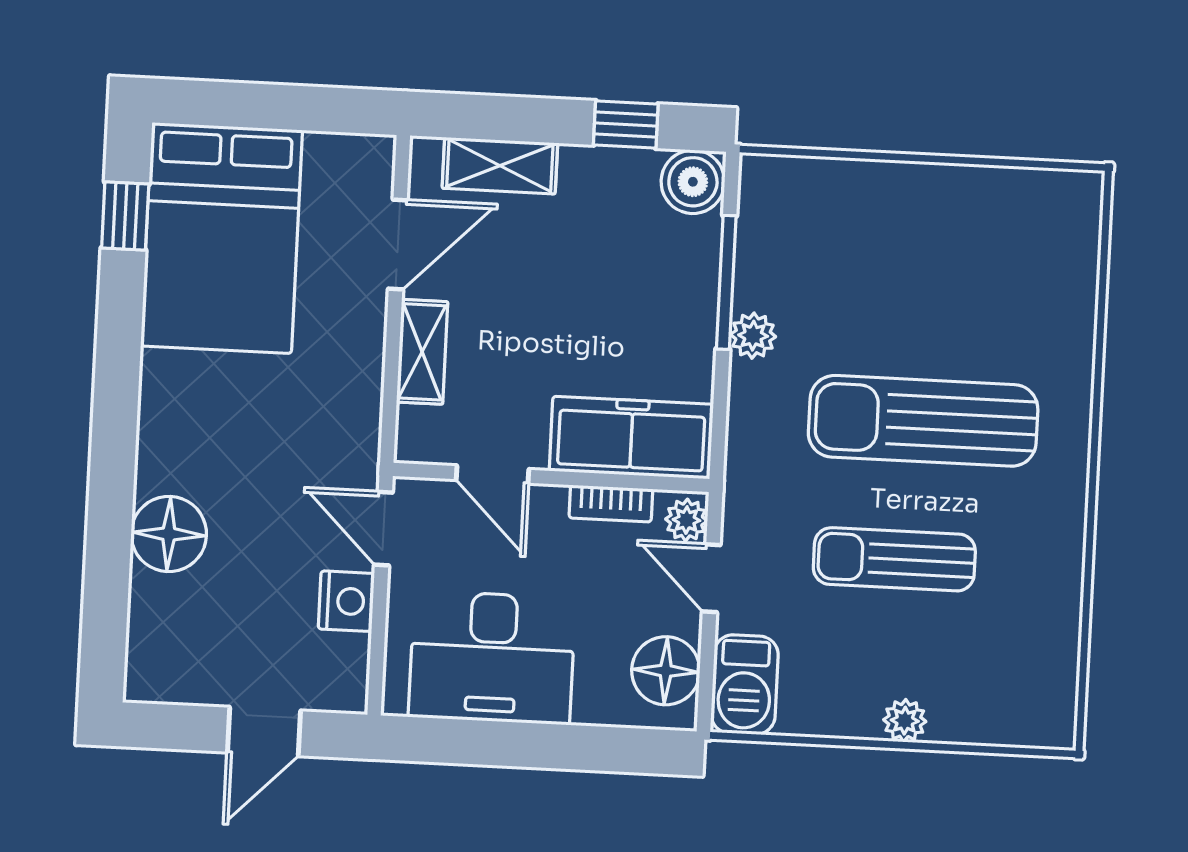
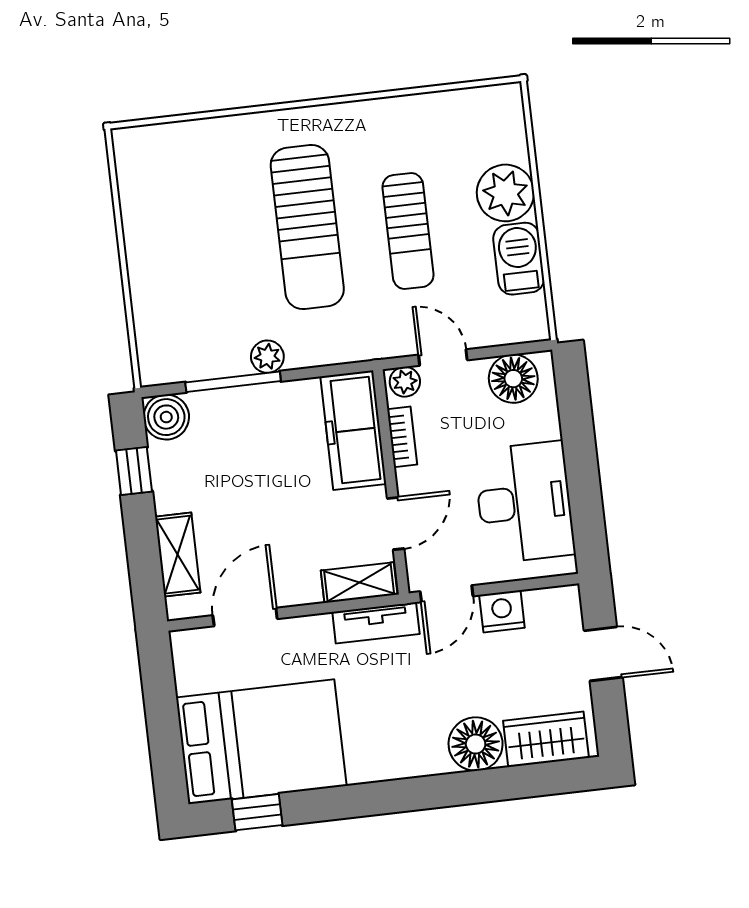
door: (398, 244) -> (245, 617), hinge flipped
shelving: (422, 352) -> (359, 583), moved
tv unit: (360, 424) -> (376, 623), added
door: (711, 578) -> (443, 357), swing flipped
wardrobe: (159, 633) -> (546, 739), added
barbecue: (745, 685) -> (519, 259), moved, turned -90
plant: (905, 721) -> (505, 193), width x1.87, depth x1.87

